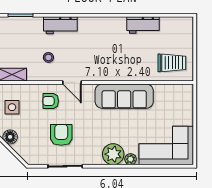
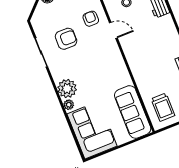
door: (72, 82) -> (113, 30), swing flipped
sofa: (124, 96) -> (133, 112), moved

